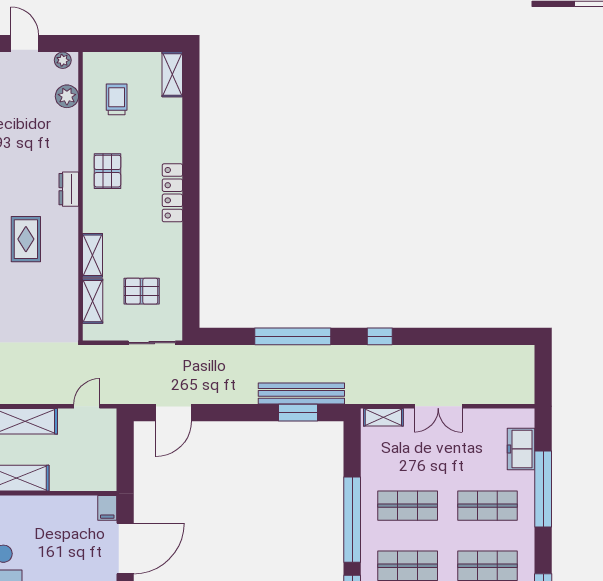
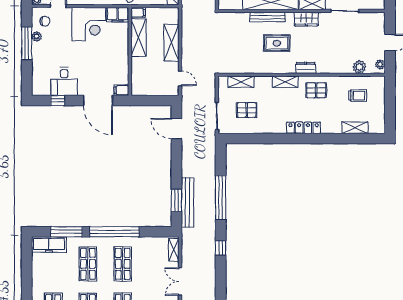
shelving: (172, 74) -> (355, 128), moved
shelving: (93, 255) -> (285, 82), moved
pallet: (142, 291) -> (247, 110), turned 90

